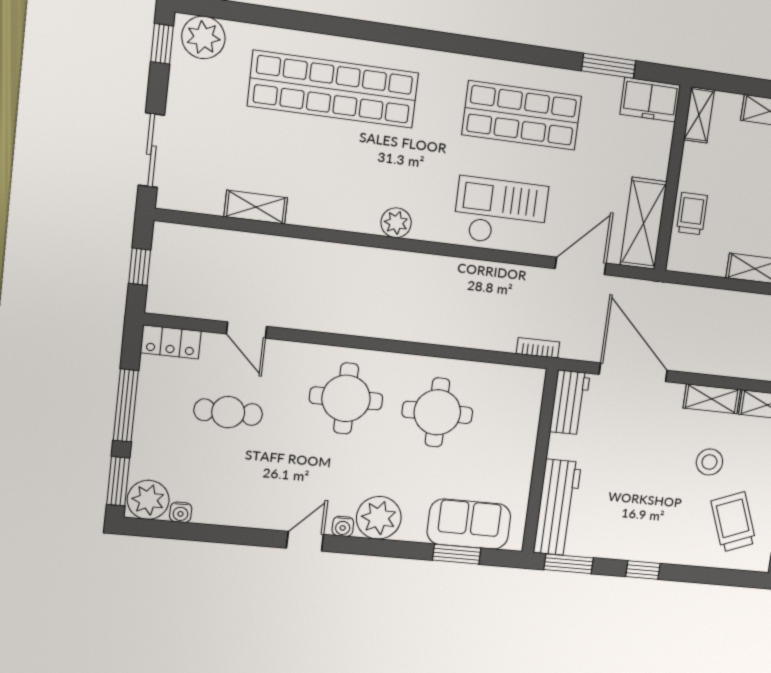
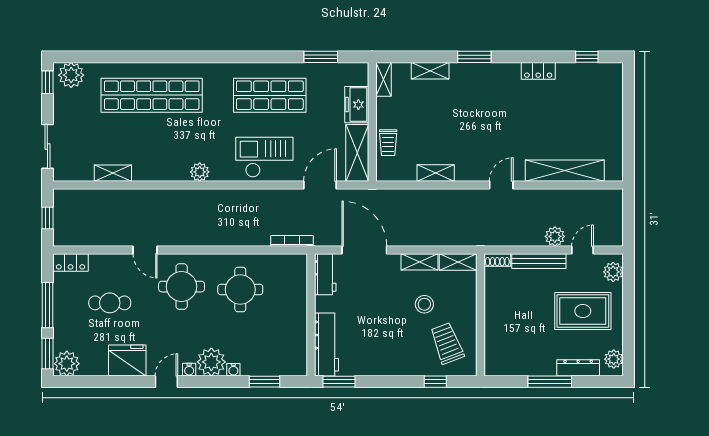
freezer: (650, 100) -> (357, 105), moved, turned 90
trolley: (692, 214) -> (388, 143), turned 180
door: (247, 330) -> (145, 250), moved
bookcase: (538, 348) -> (292, 241), width x1.56
fridge: (247, 504) -> (127, 361), added
water cooler: (181, 512) -> (233, 370), moved
sofa: (469, 524) -> (270, 361), removed
window: (643, 570) -> (435, 382), moved

